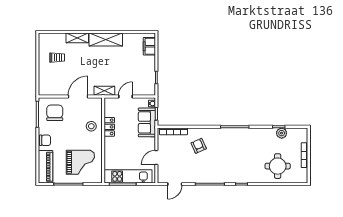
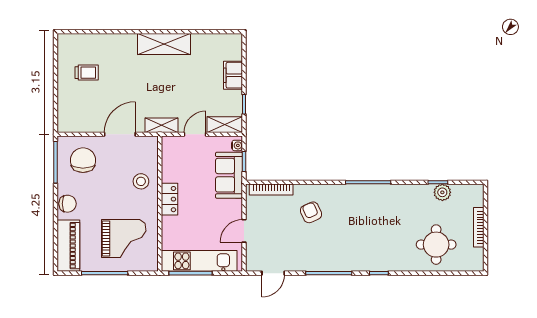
shelving: (77, 38) -> (225, 125), moved
filing cabinet: (149, 46) -> (233, 75), moved
locker: (109, 127) -> (169, 199), moved

